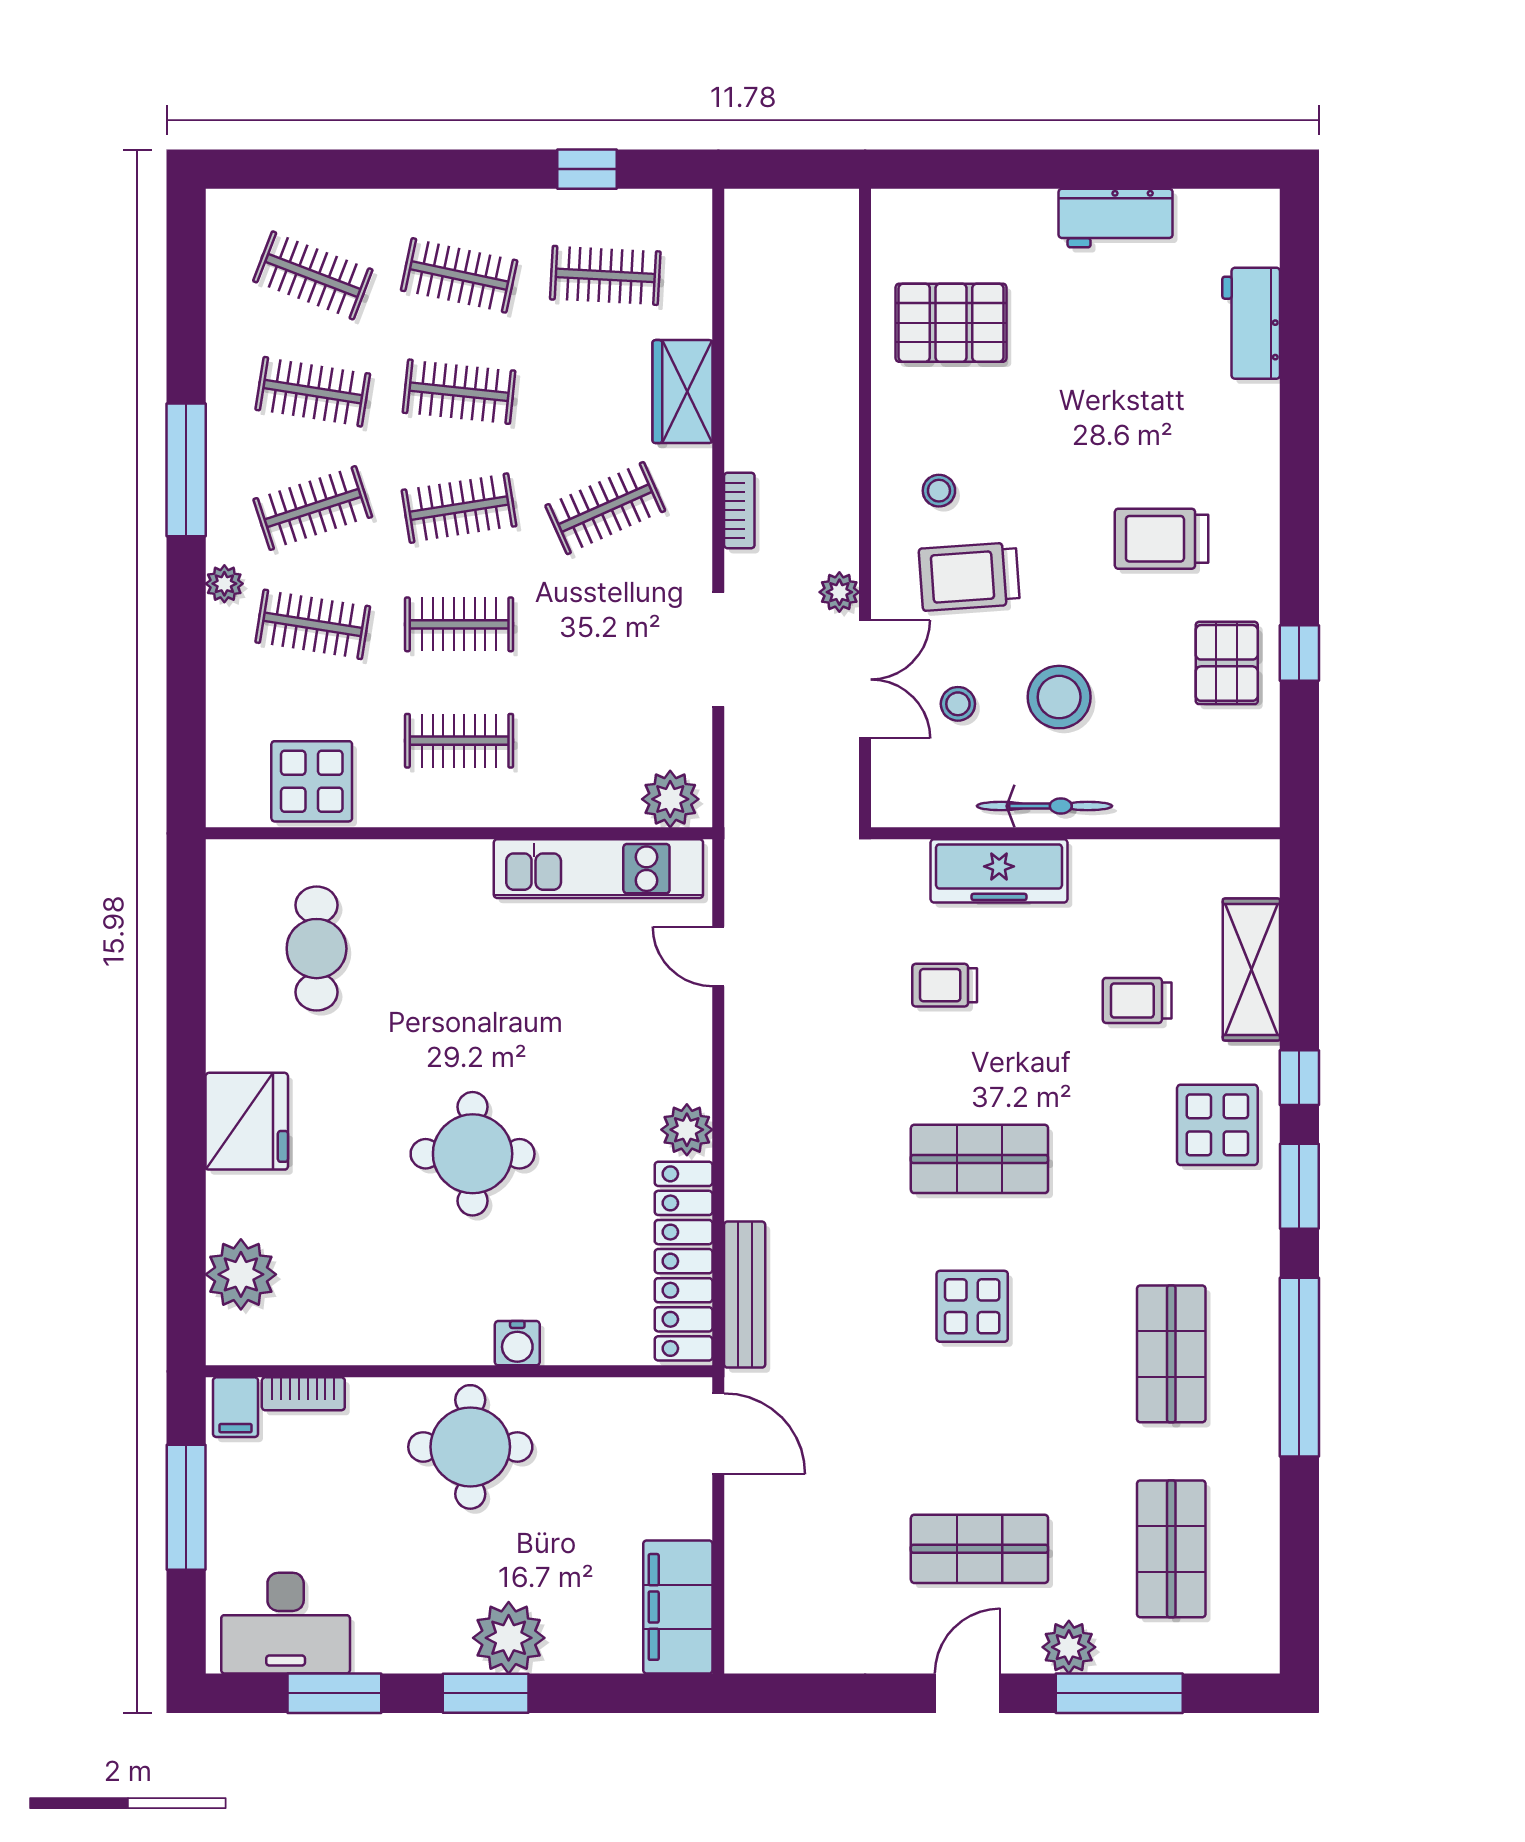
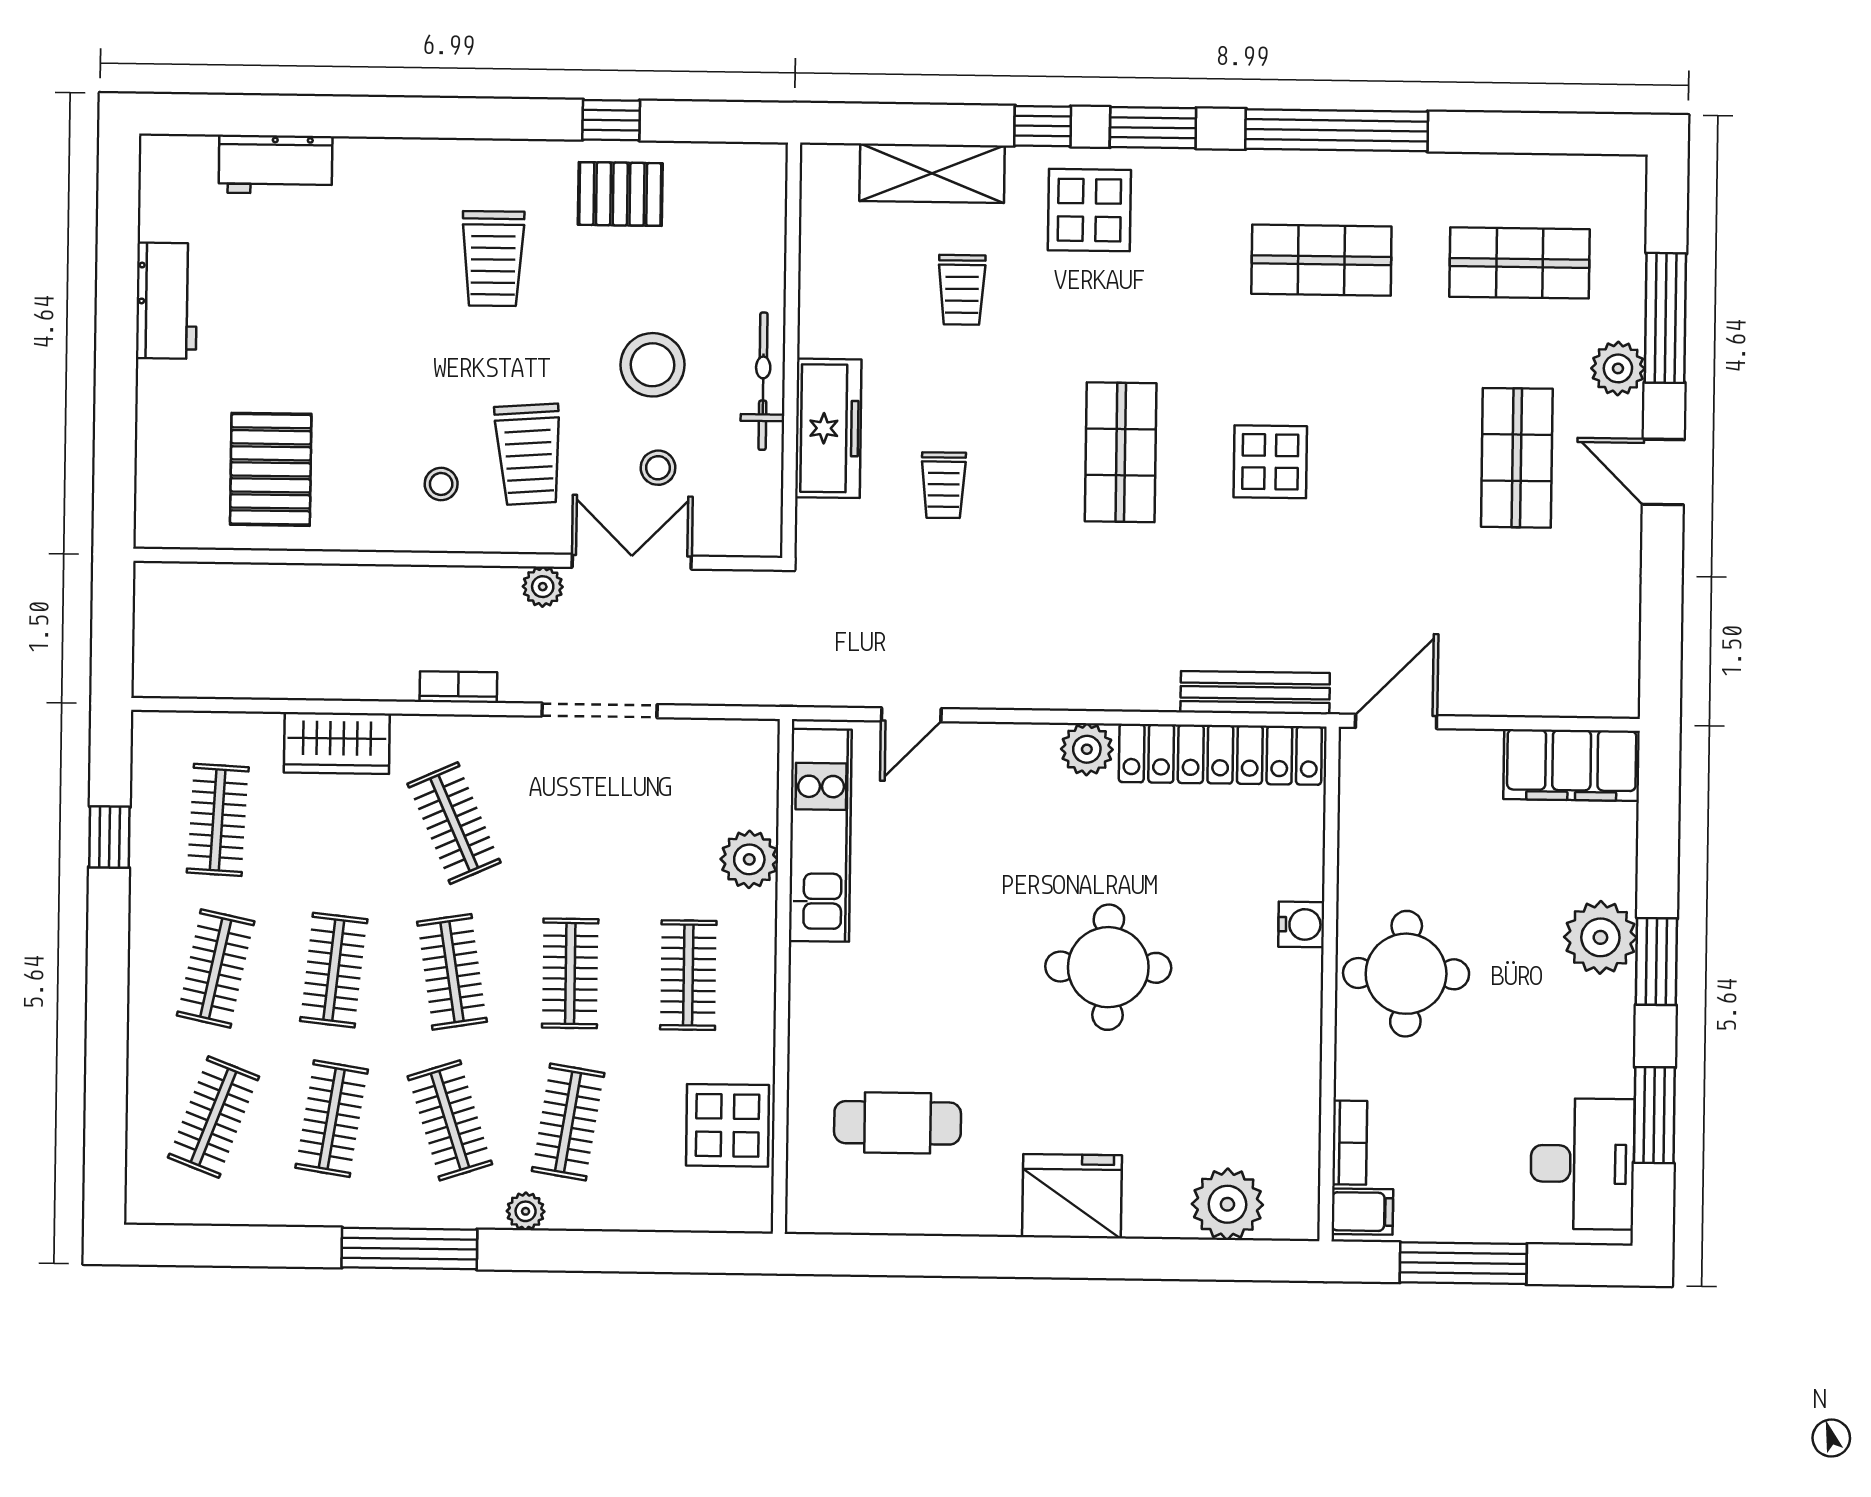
plant: (670, 799) -> (749, 859), moved

